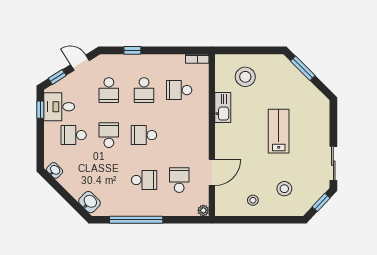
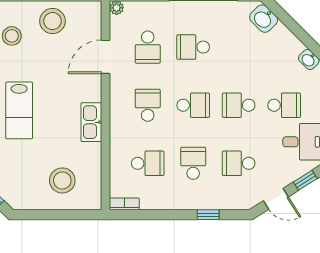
school desk: (109, 90) -> (239, 163), turned -90
kitchen sink: (223, 108) -> (91, 122), moved
school desk: (109, 135) -> (239, 105), turned 90
school desk: (179, 135) -> (148, 105), added
stool: (253, 200) -> (52, 21), width x1.89, depth x1.89

